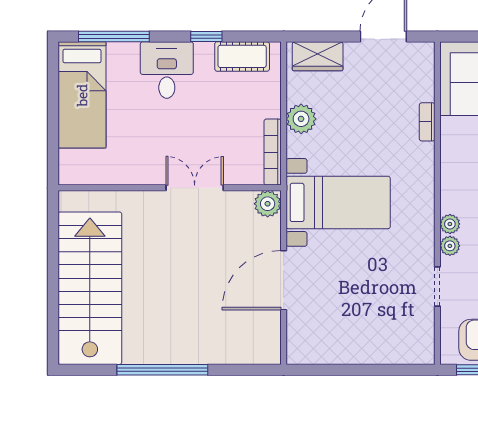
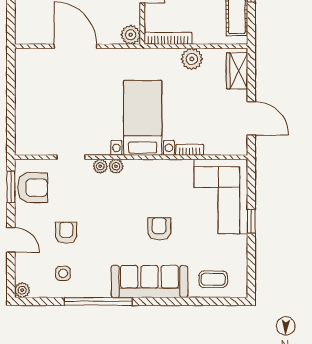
bed with nightstands: (338, 202) -> (143, 118), moved, turned 180

